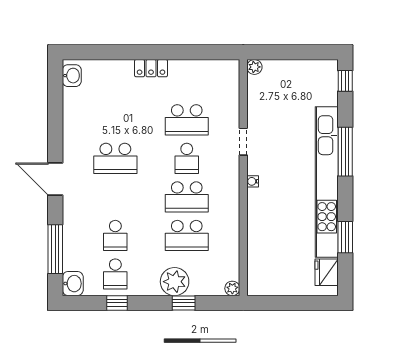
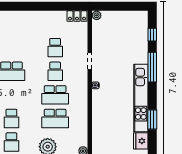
locker: (151, 68) -> (77, 16), moved
window: (345, 81) -> (152, 35), moved
school desk: (187, 120) -> (55, 48), width x0.54
kitchen unit: (327, 182) -> (141, 98), width x0.73

